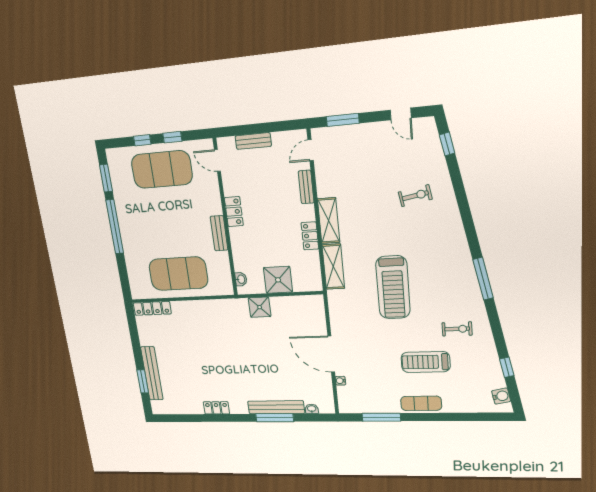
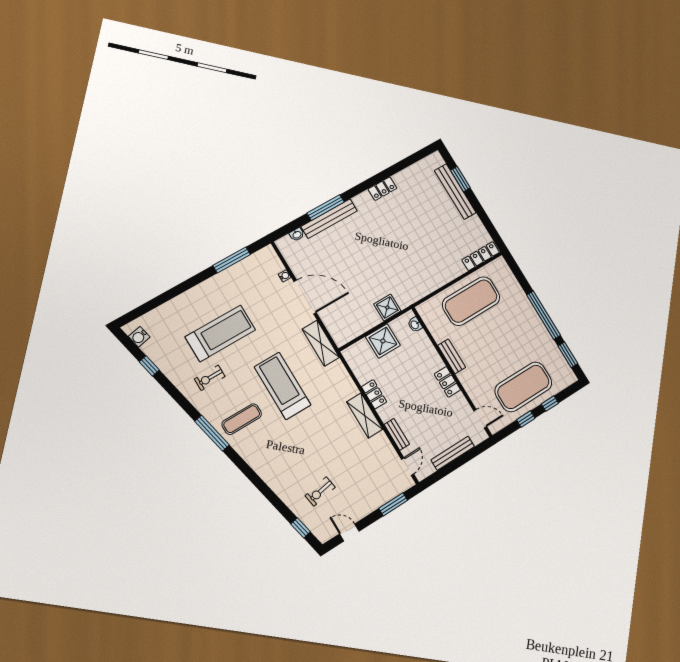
bench: (253, 141) -> (453, 453), width x1.36
exercise bike: (415, 196) -> (320, 491), moved
shelving: (333, 267) -> (321, 343), moved
treadmill: (426, 362) -> (220, 333), width x1.37, depth x1.38
exercise mat: (421, 403) -> (242, 419), moved

